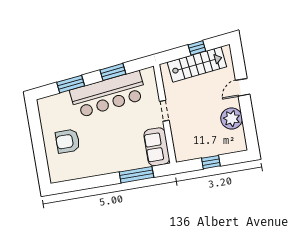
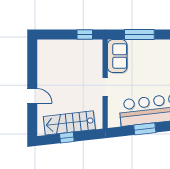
door: (243, 87) -> (32, 96), hinge flipped
plant: (232, 119) -> (47, 70), removed
window: (211, 162) -> (85, 34), moved

